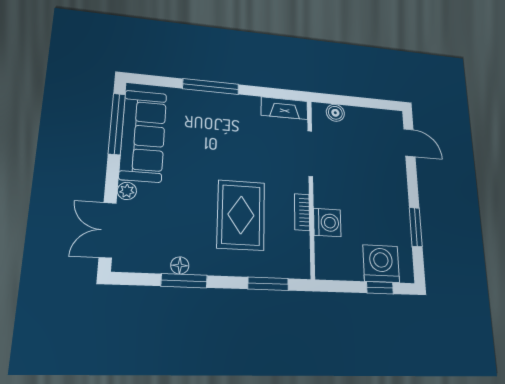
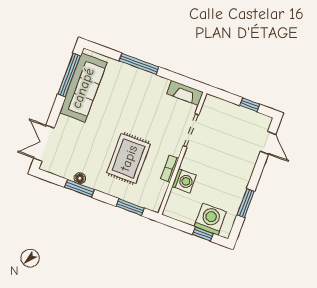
window: (369, 103) -> (250, 105), added
boiler: (335, 113) -> (221, 106), removed
plant: (127, 191) -> (62, 122), removed

